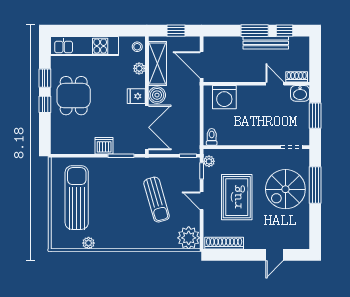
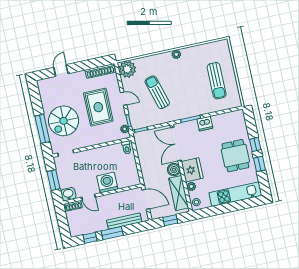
bench: (266, 43) -> (124, 221), moved
fridge: (136, 96) -> (192, 170), width x1.88, depth x1.34
washing machine: (224, 97) -> (107, 183), moved
spiral stairs: (285, 189) -> (64, 121), turned 180
sun lounger: (77, 198) -> (217, 81), width x0.73, depth x0.75
plant: (88, 243) -> (176, 54), moved

